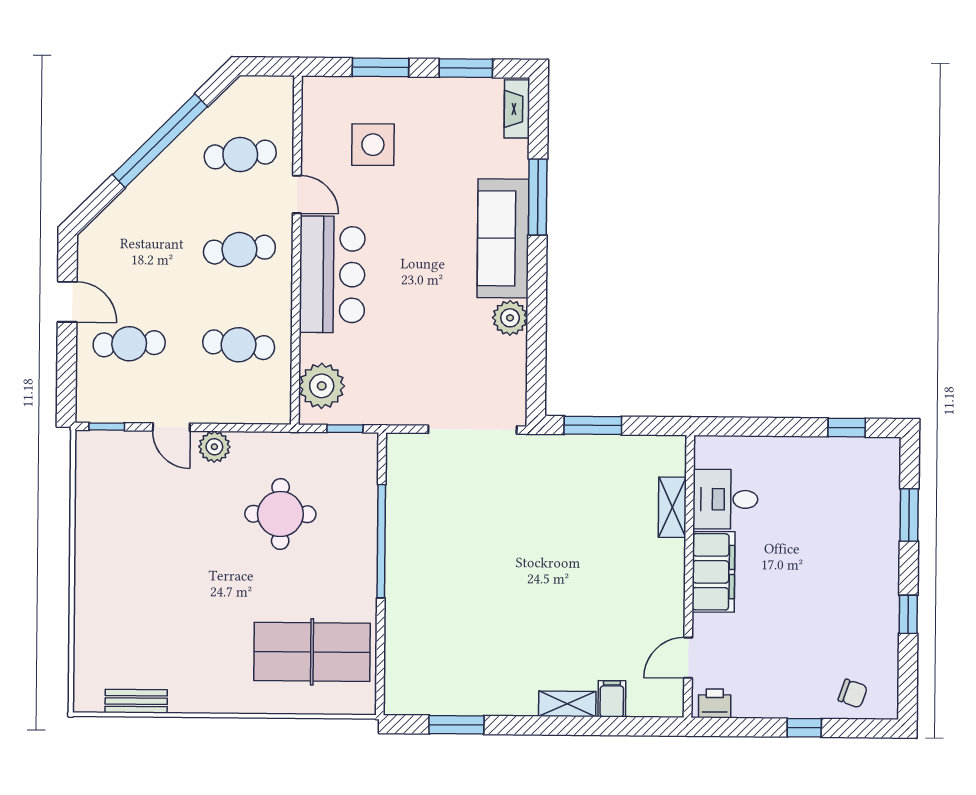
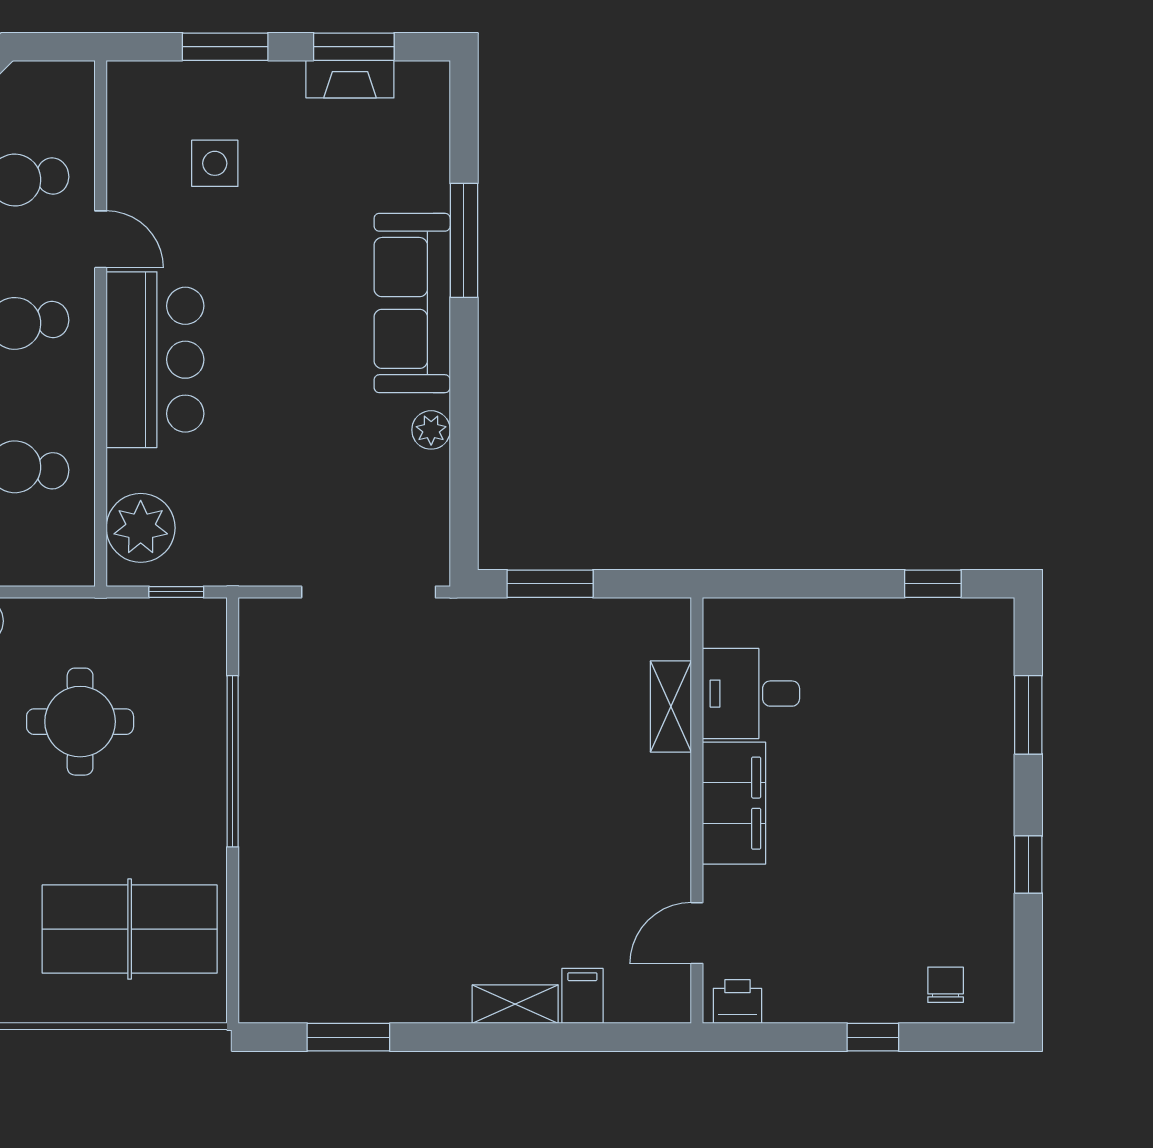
fireplace: (517, 109) -> (350, 79), moved, turned -90
side table: (373, 145) -> (215, 163), width x0.73, depth x0.73
plant: (510, 318) -> (431, 430), width x0.73, depth x0.73
chair: (853, 693) -> (946, 985), turned -109

